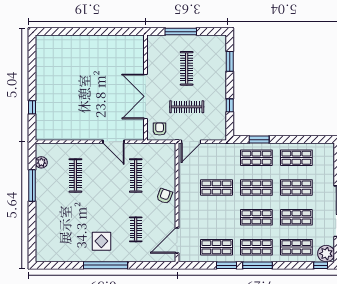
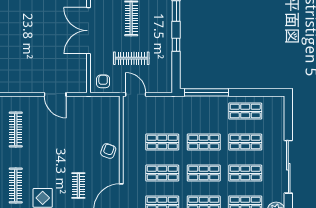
double door: (146, 96) -> (89, 31), moved
window: (230, 105) -> (176, 45), moved
window: (259, 140) -> (207, 92), width x2.11
door: (191, 142) -> (136, 94), swing flipped
shop shelf: (256, 158) -> (162, 173), moved
clothes rail: (136, 175) -> (16, 186), moved

